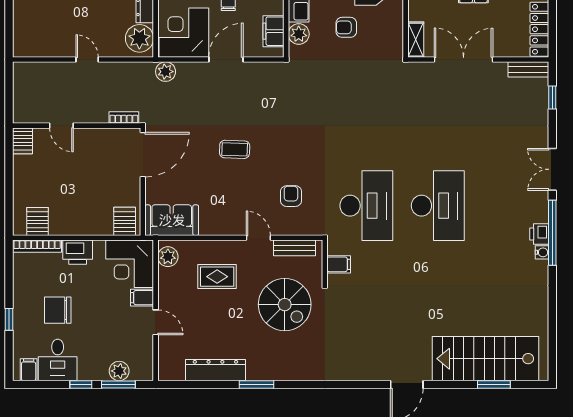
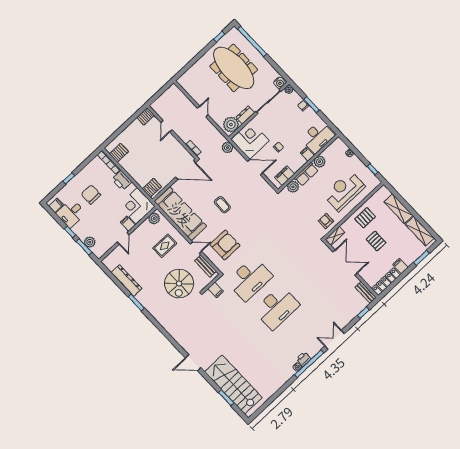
armchair: (346, 27) -> (326, 221), moved
armchair: (291, 196) -> (225, 245), width x1.88, depth x1.88
sofa: (172, 220) -> (180, 214), width x1.85, depth x1.27
door: (258, 238) -> (196, 248), hinge flipped
rug: (217, 277) -> (165, 246), turned 90

